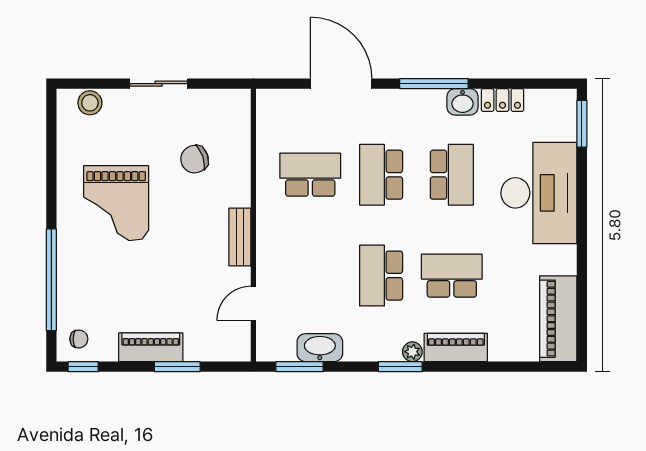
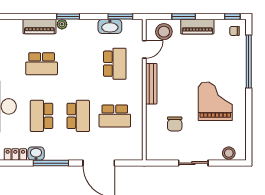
chair: (195, 159) -> (175, 124), turned 109
bench: (240, 237) -> (151, 84), width x1.36
school desk: (381, 276) -> (115, 64), moved
stool: (215, 338) -> (164, 32), added

